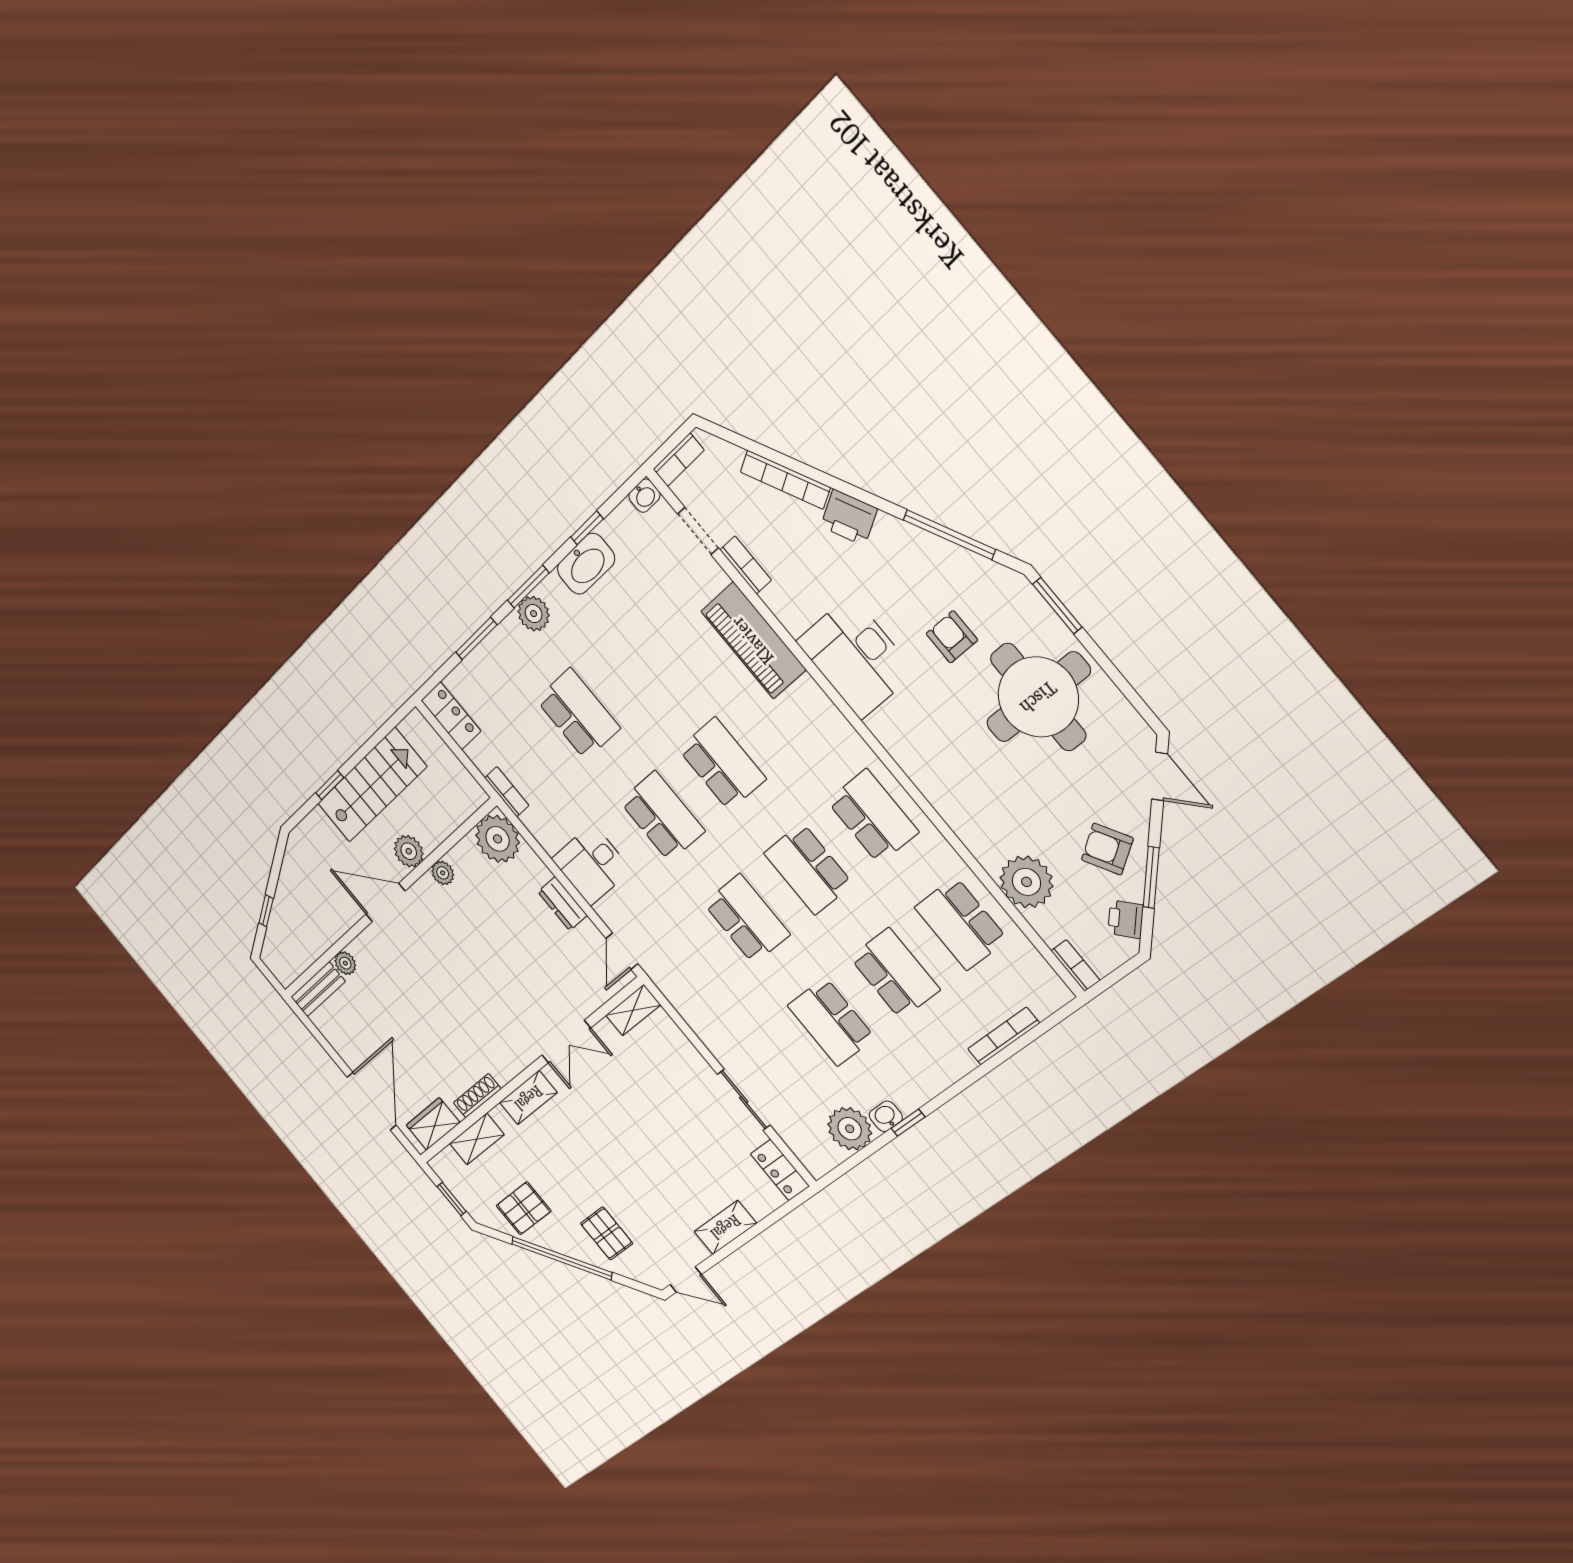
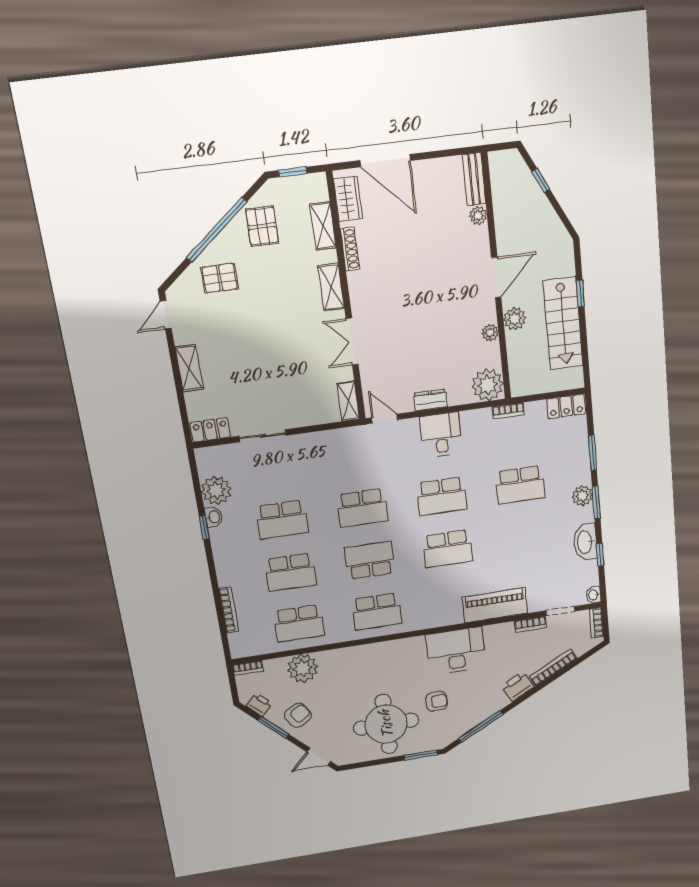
school desk: (961, 923) -> (299, 623), turned 180
school desk: (831, 1022) -> (282, 520), turned 180

